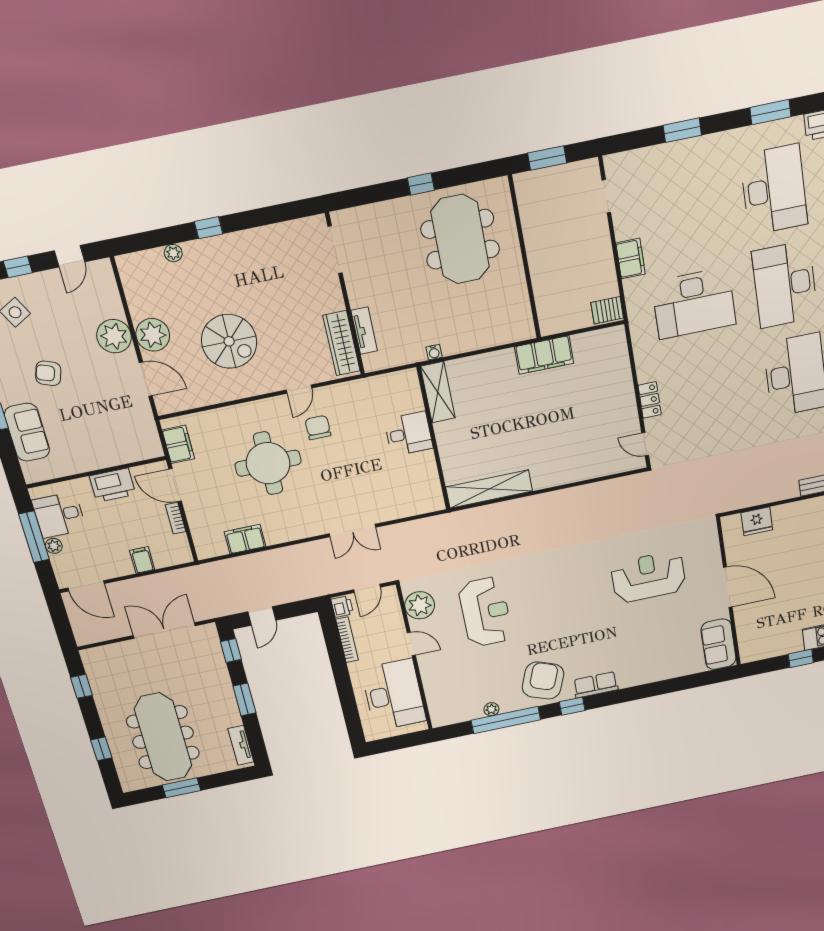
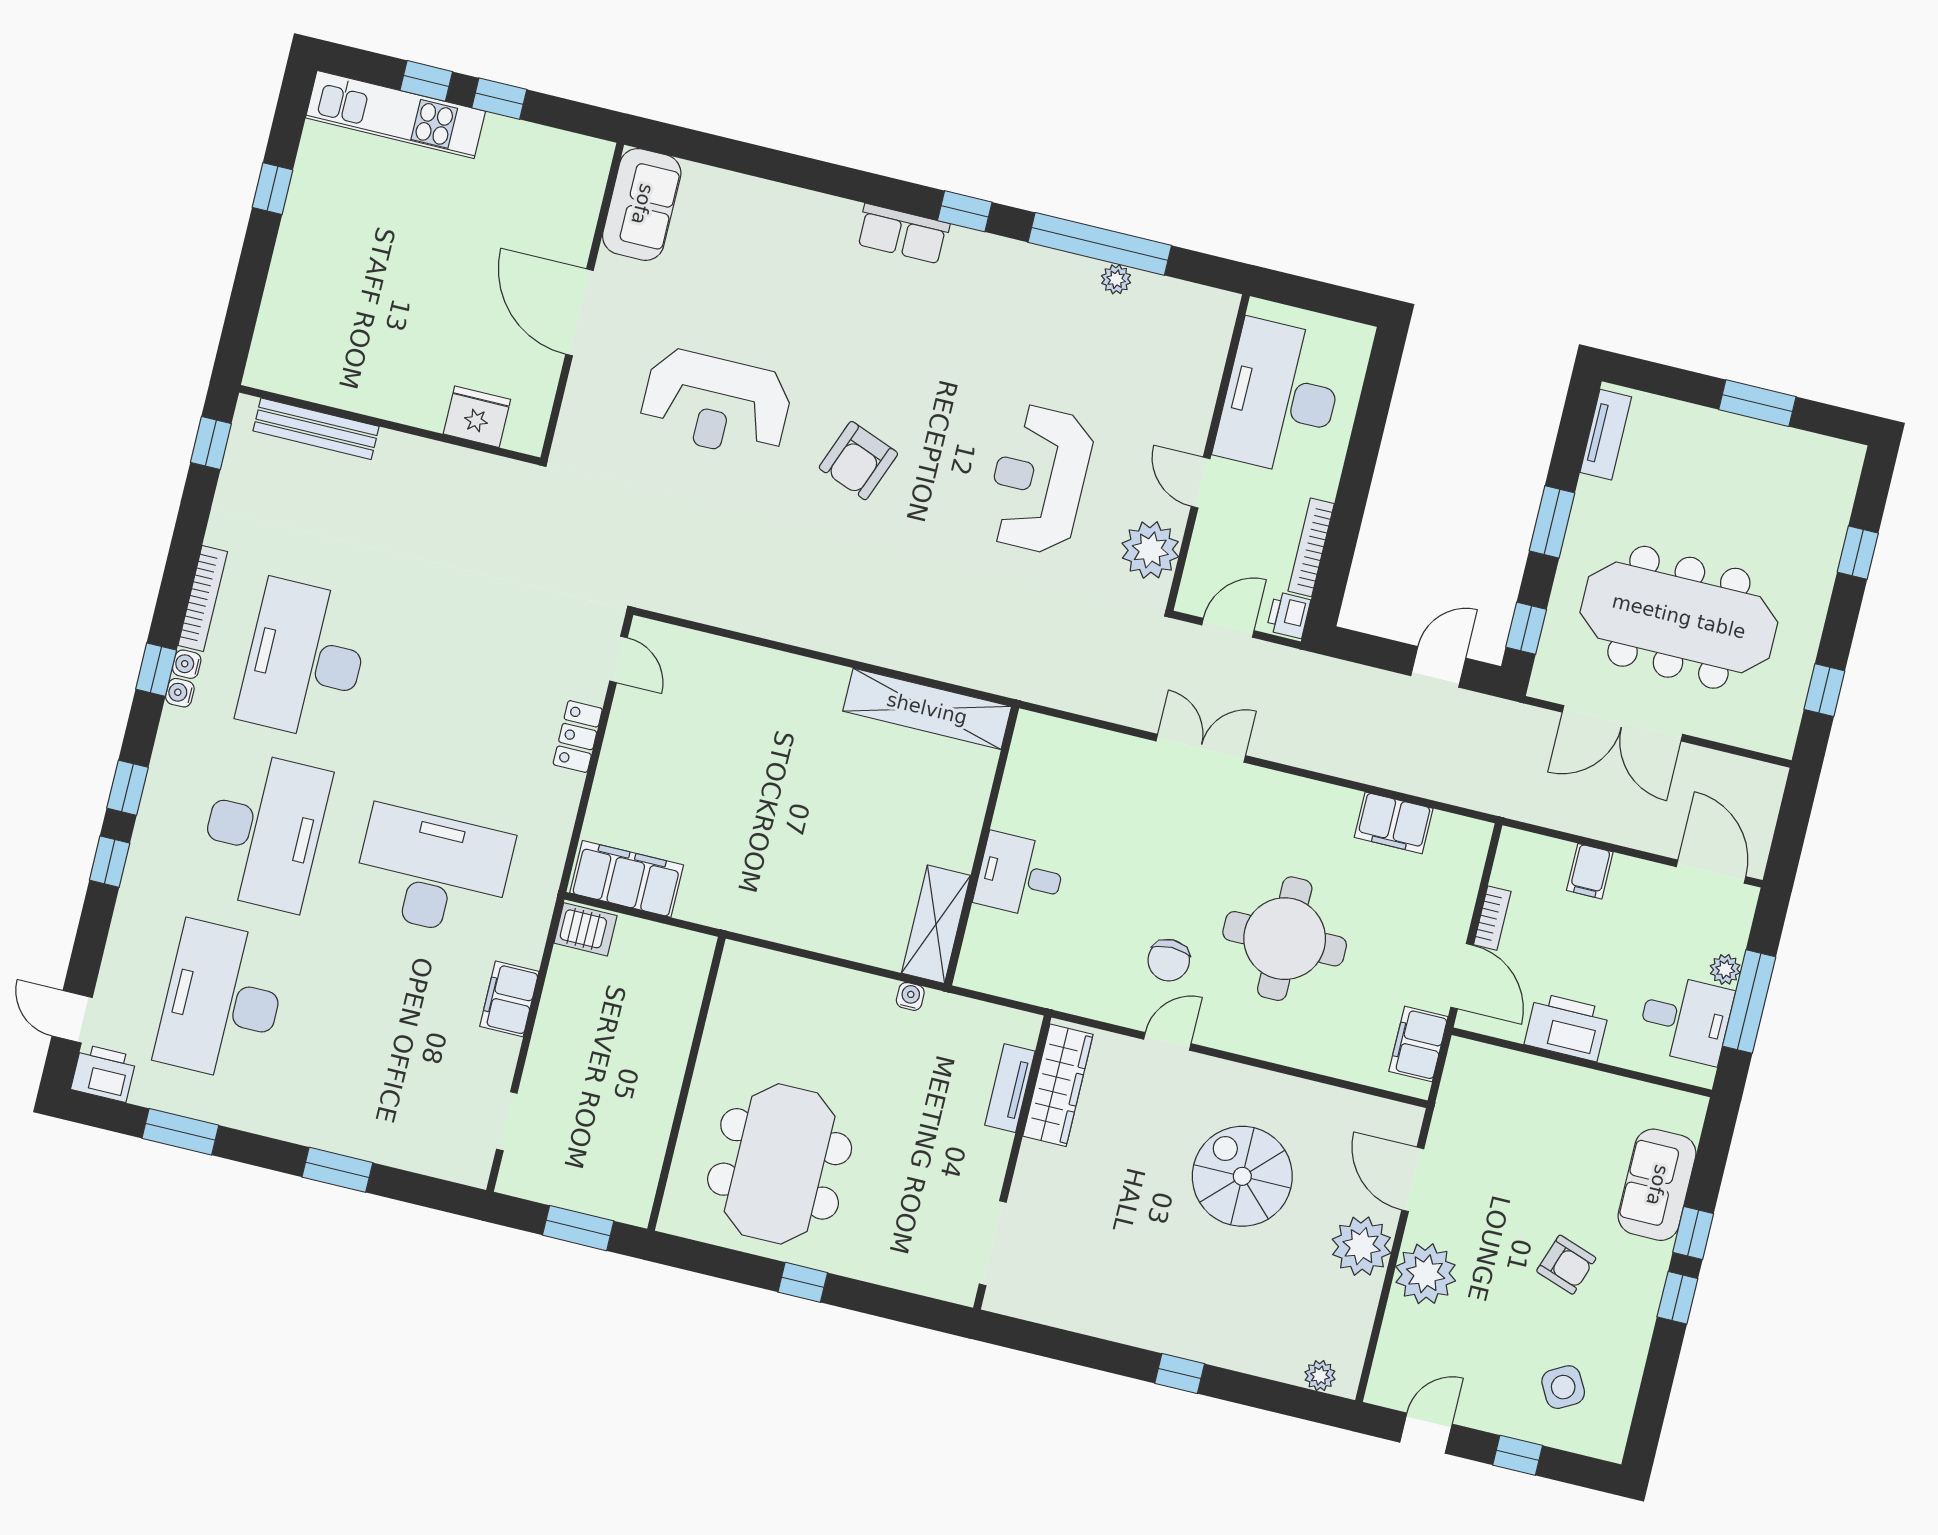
plant: (173, 253) -> (1320, 1376), moved
filing cabinet: (544, 355) -> (627, 879), moved
armchair: (543, 681) -> (858, 461), moved, width x0.73, depth x0.73
meeting table: (163, 737) -> (1679, 617), moved, turned 90

